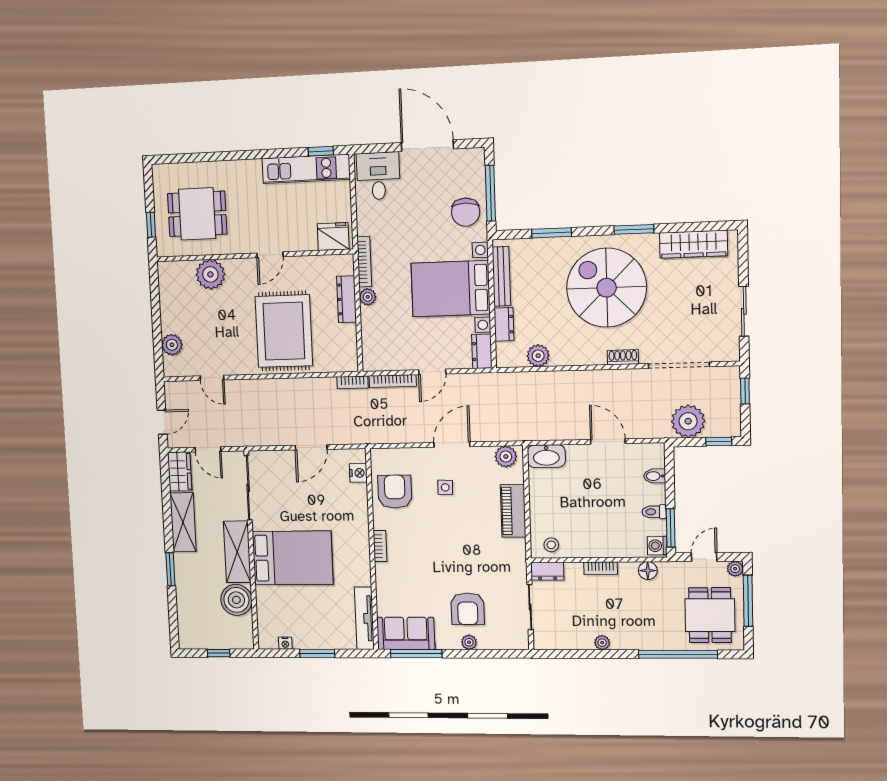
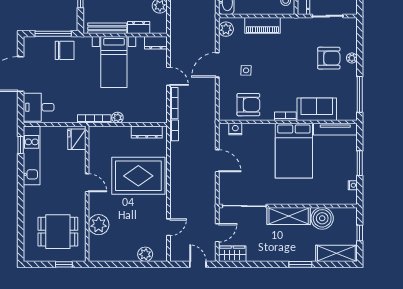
dining table: (197, 214) -> (58, 232), turned 90
bed with nightstands: (451, 289) -> (114, 62), width x0.73
dresser: (347, 299) -> (147, 132), moved
door: (452, 445) -> (217, 65), hinge flipped
armchair: (395, 492) -> (248, 105), turned 180
shelving: (183, 522) -> (336, 253), moved
bed: (293, 558) -> (294, 151), moved, turned 180
sofa: (406, 633) -> (317, 109), moved, turned 90

